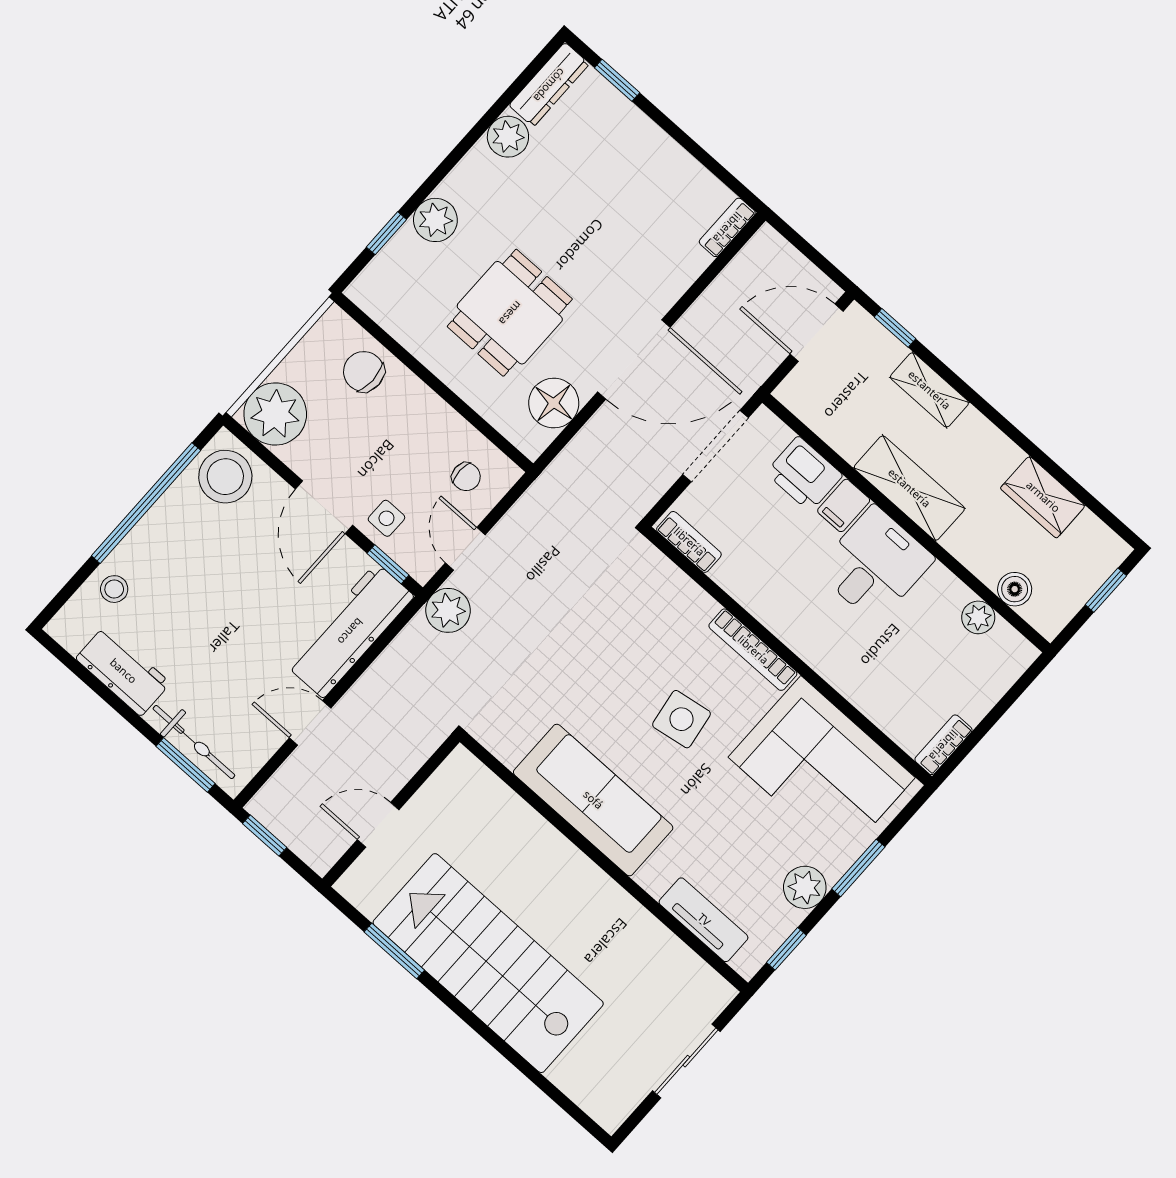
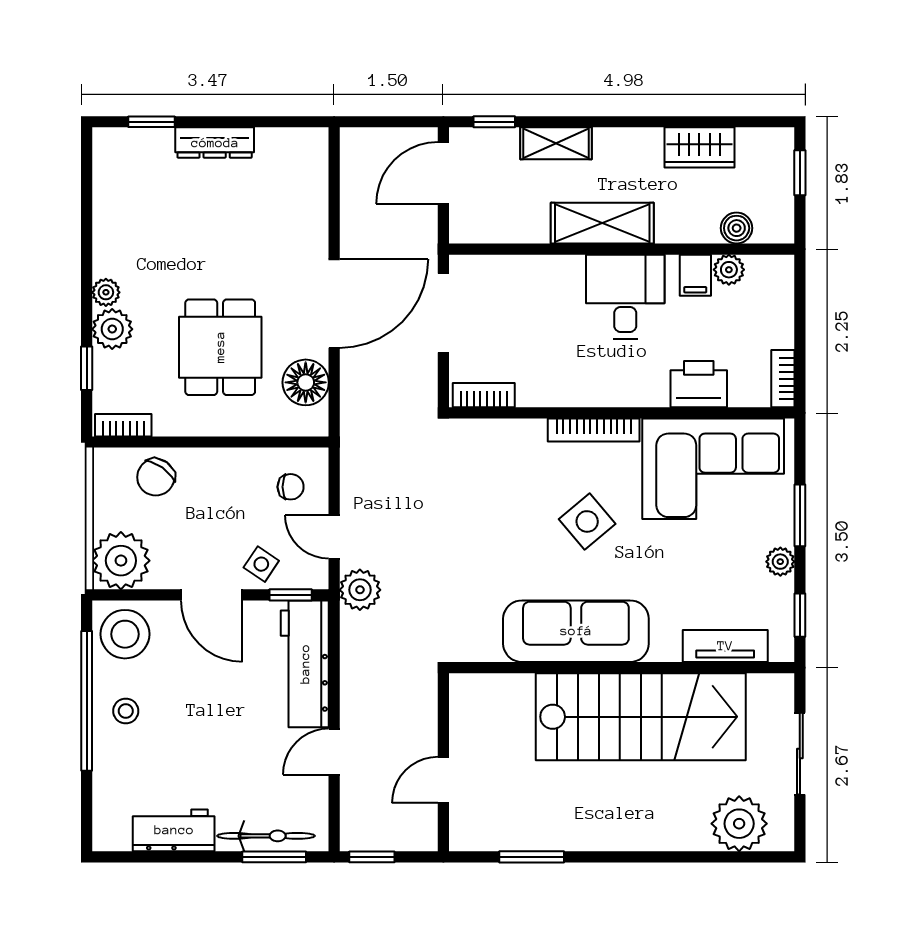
dresser: (549, 85) -> (215, 143), moved, turned 90
plant: (508, 137) -> (106, 292), moved, width x0.73, depth x0.73
bookcase: (727, 227) -> (123, 425), moved, turned 90
chair: (364, 372) -> (156, 477), turned -54
printer: (804, 474) -> (699, 384), moved, turned 180
filing cabinet: (844, 505) -> (695, 275), moved
side table: (386, 518) -> (261, 564), turned 34
stool: (114, 589) -> (126, 711), moved
side table: (681, 719) -> (587, 521), turned -31
plant: (805, 887) -> (780, 562), width x0.73, depth x0.73
stairs: (488, 963) -> (641, 717), moved, turned 180
plant: (586, 1074) -> (739, 824), added

